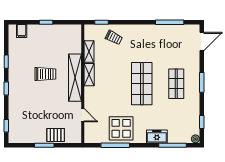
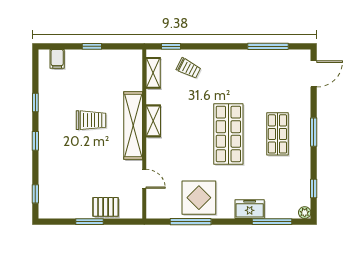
shelving: (89, 52) -> (153, 73), moved

